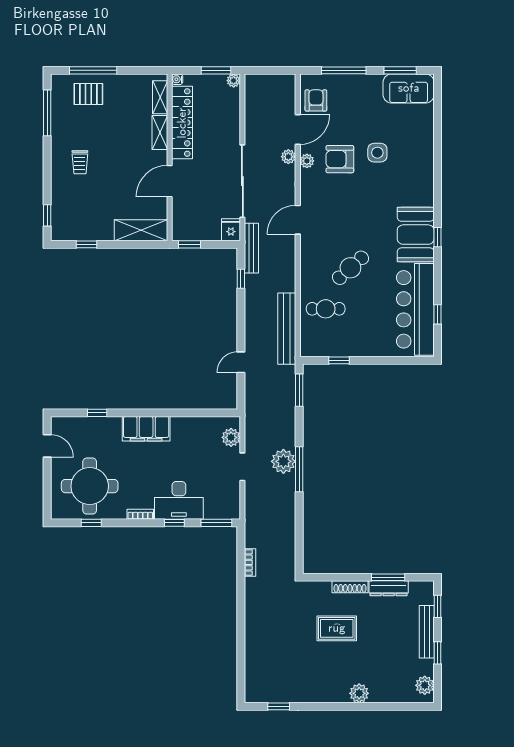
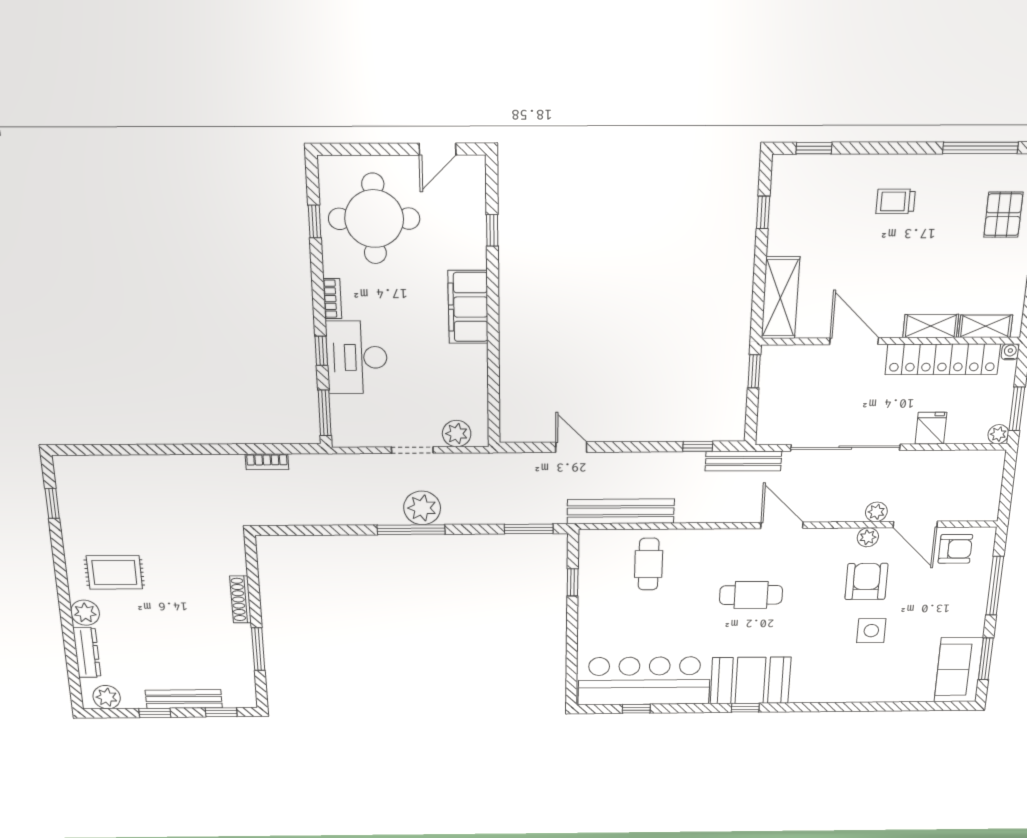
fridge: (231, 230) -> (931, 428), moved, turned -90
cafe table: (350, 268) -> (751, 595), moved, turned -48
dresser: (389, 588) -> (87, 652), moved, turned 180
rug: (337, 628) -> (114, 572), moved, turned 90

